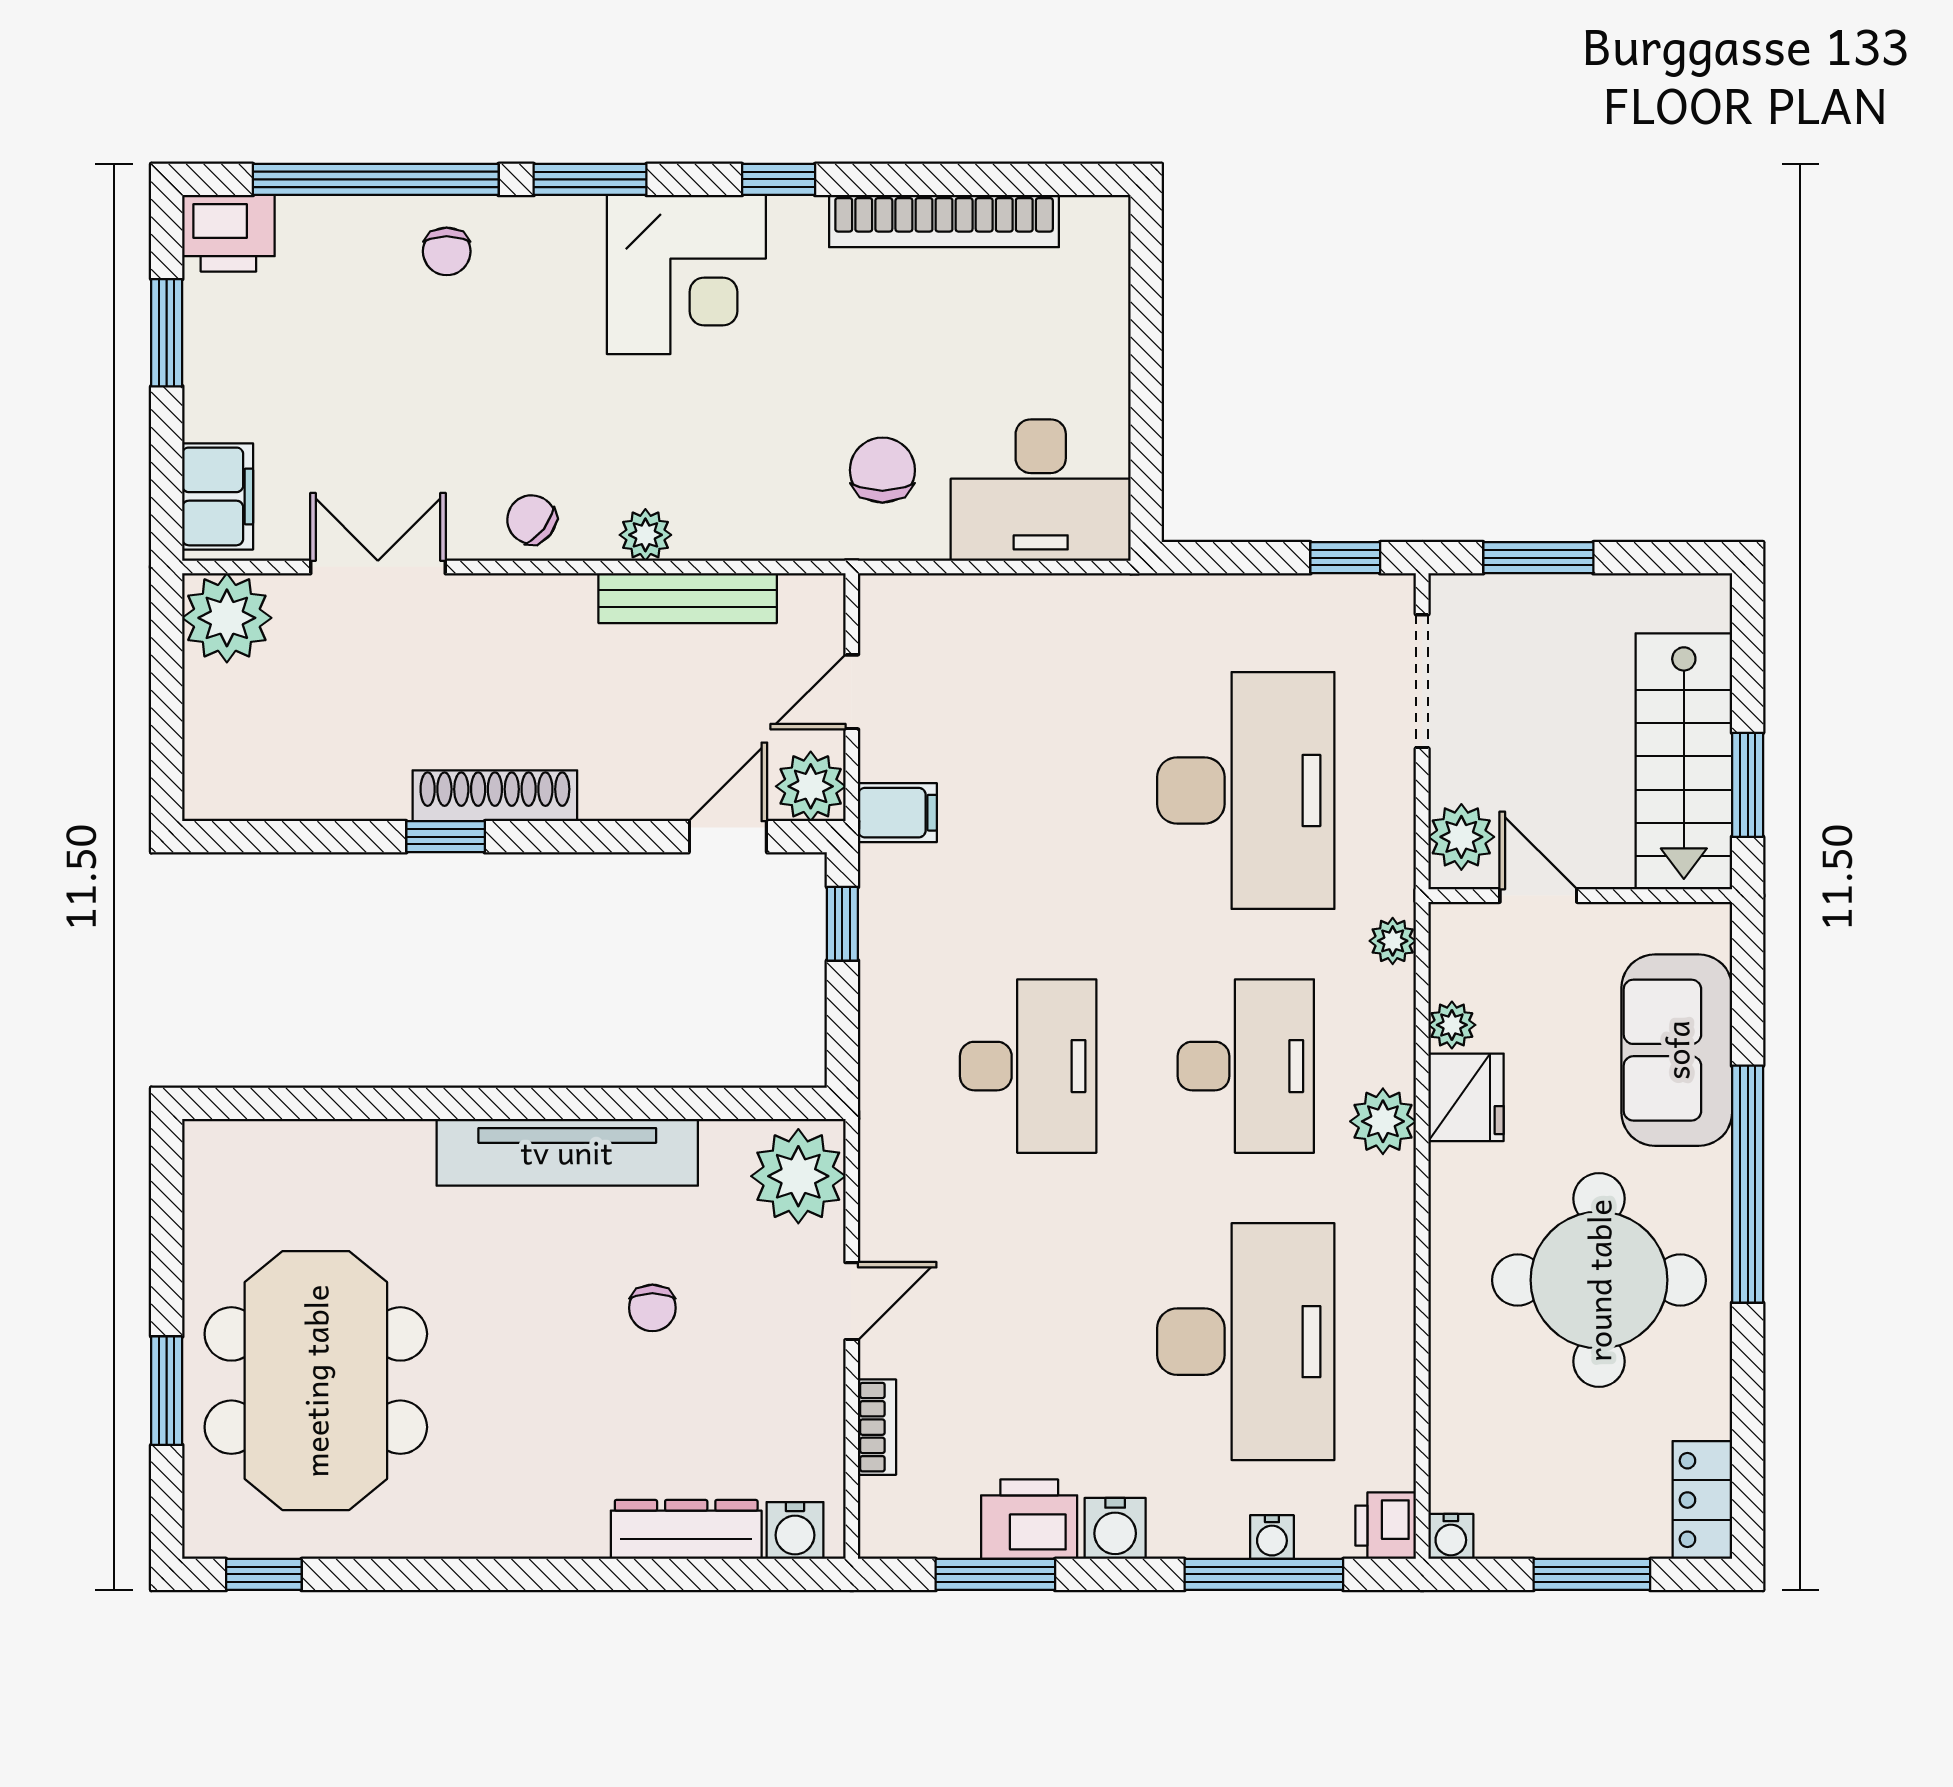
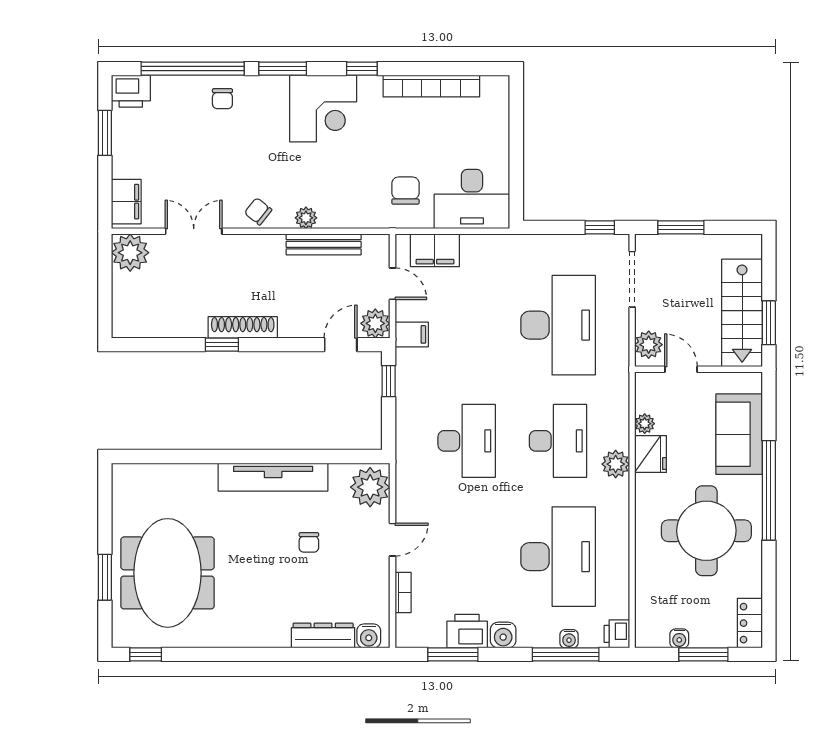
filing cabinet: (953, 612) -> (435, 250), added
door: (852, 692) -> (393, 284), swing flipped
plant: (1393, 941) -> (620, 388), removed
water cooler: (1451, 1536) -> (679, 638), moved

